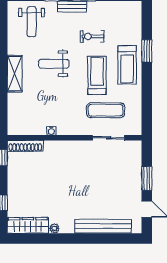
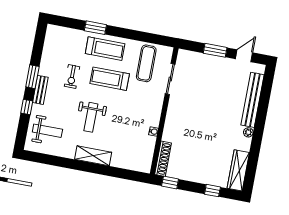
exercise mat: (106, 110) -> (146, 63), moved
plant: (54, 228) -> (248, 132), moved

